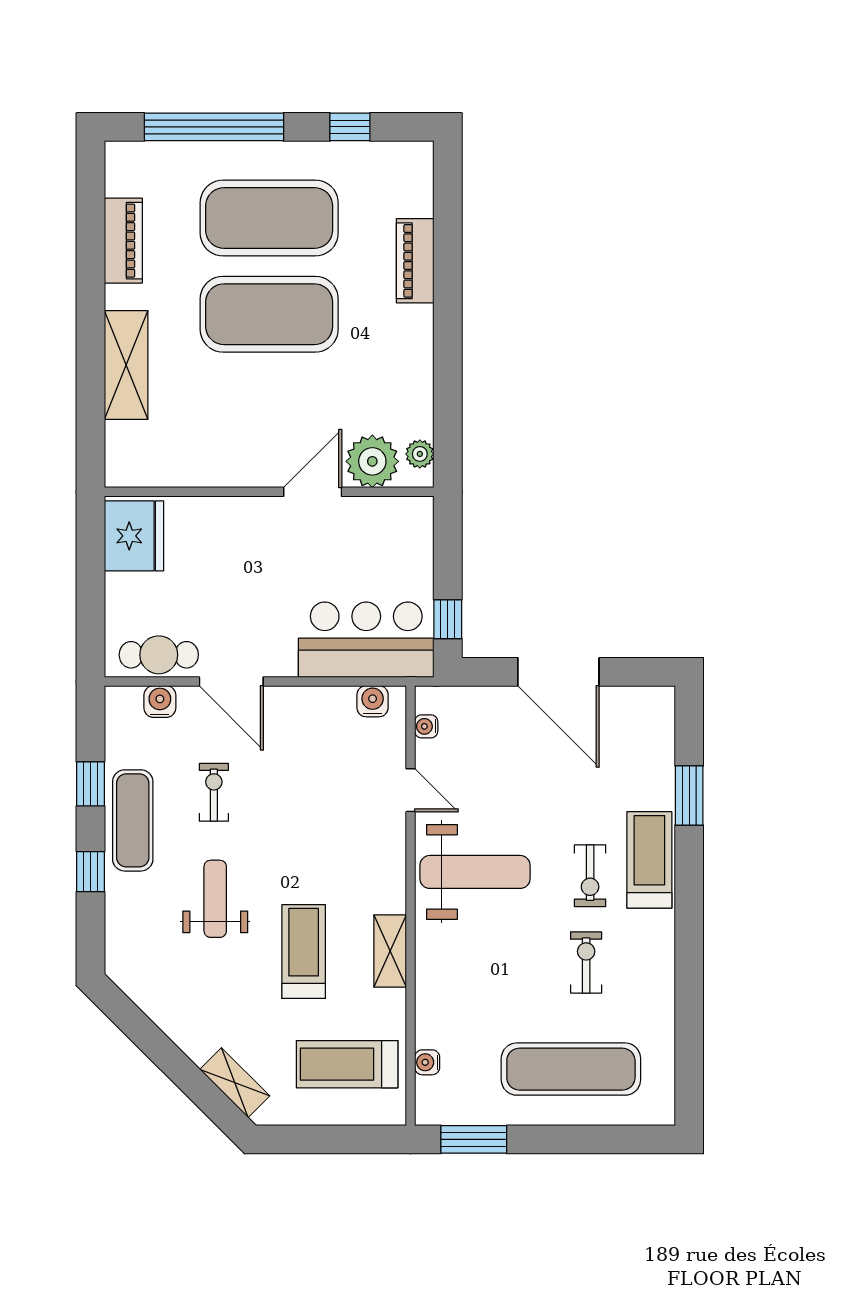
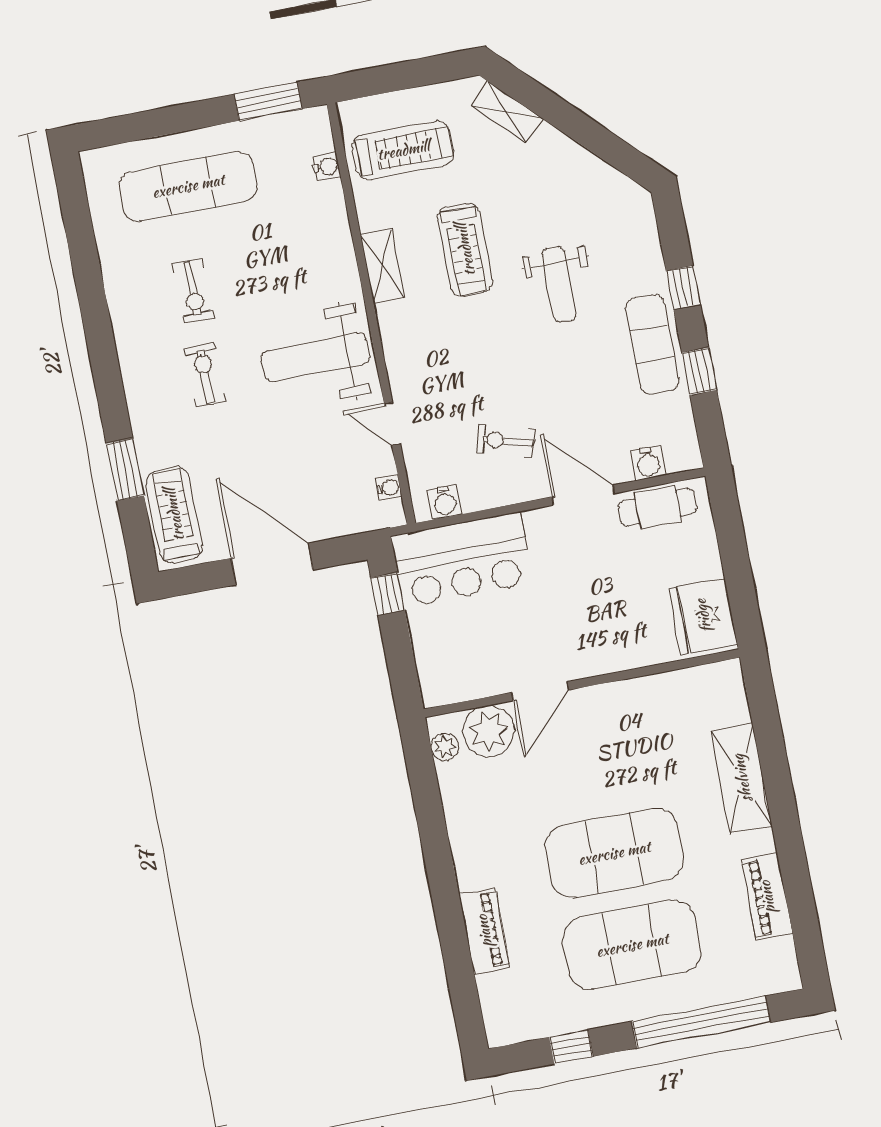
exercise bike: (214, 792) -> (505, 441), moved, turned 106
treadmill: (649, 860) -> (174, 515), moved, turned 180

